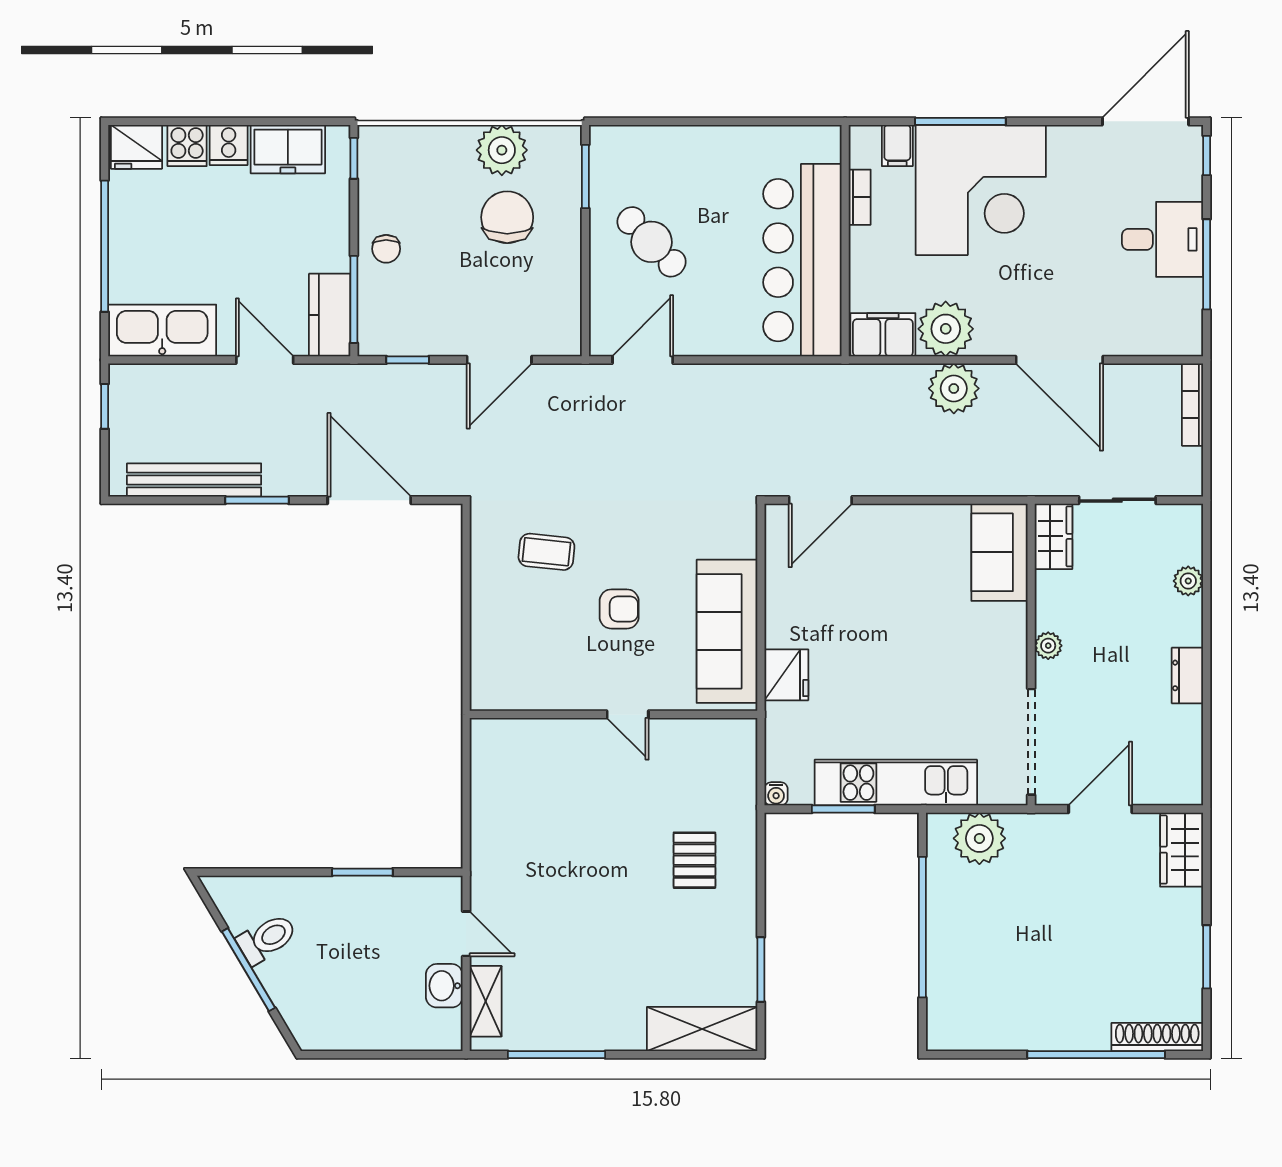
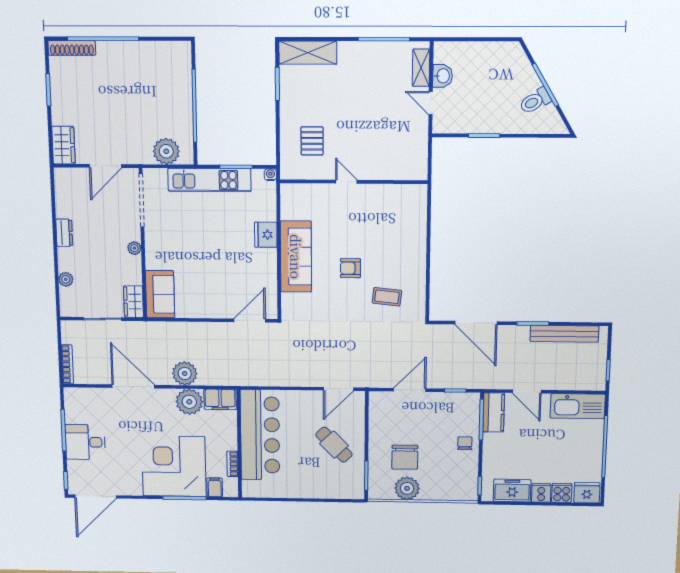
wall: (614, 714) -> (354, 182), moved
door: (628, 714) -> (346, 182), moved

